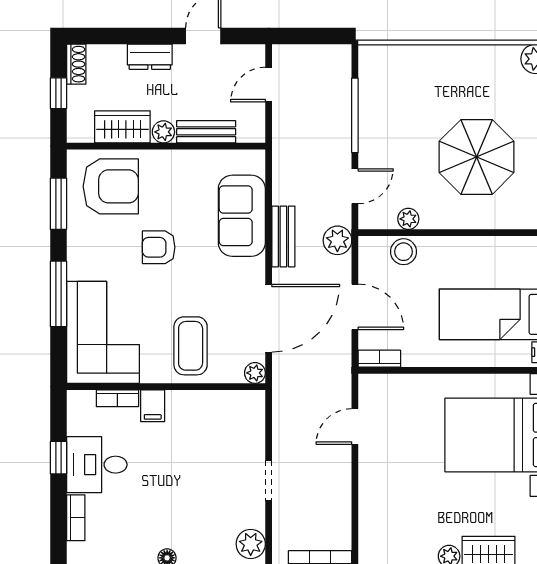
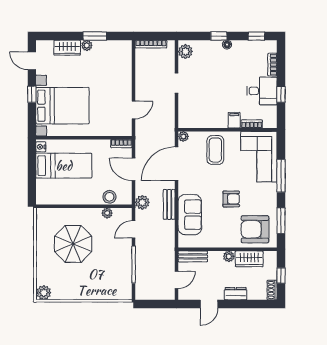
bench: (206, 132) -> (193, 256), moved

